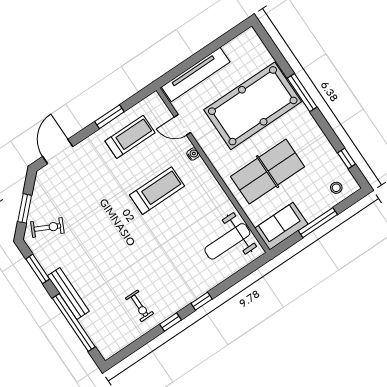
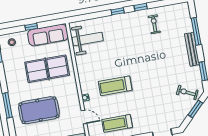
pool table: (253, 106) -> (39, 110), width x0.73, depth x0.76
window: (318, 223) -> (31, 27), width x0.46
sofa: (281, 226) -> (48, 35), width x1.36
window: (74, 323) -> (196, 31), width x0.68

